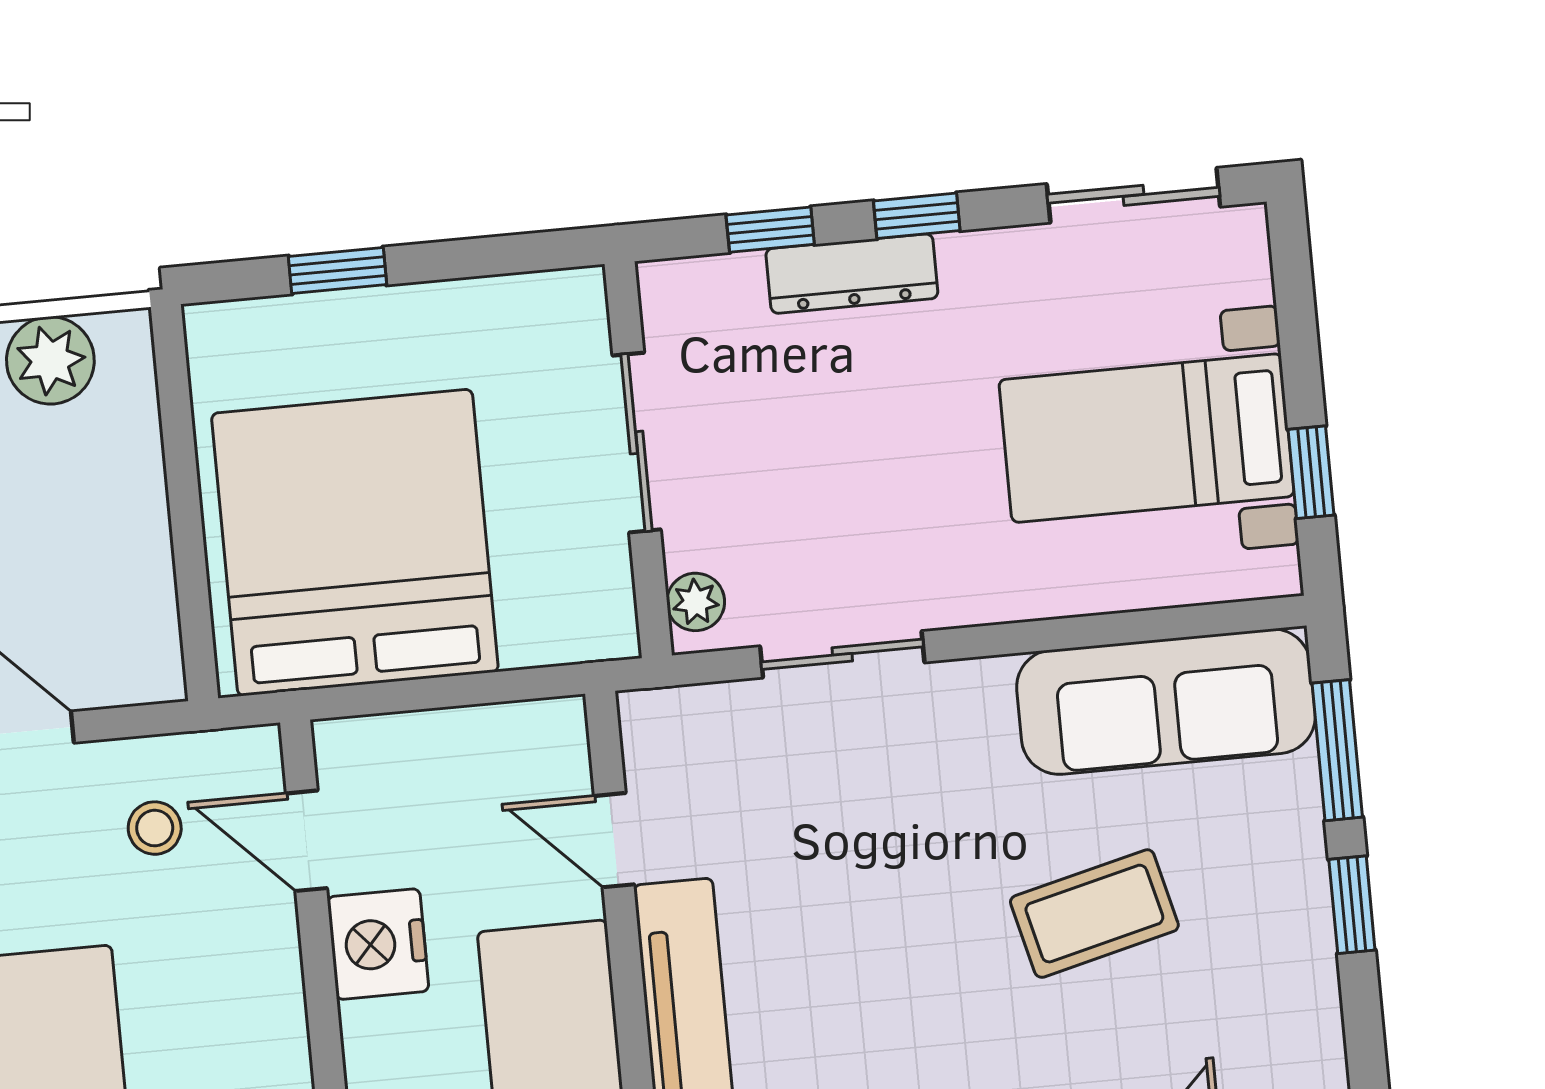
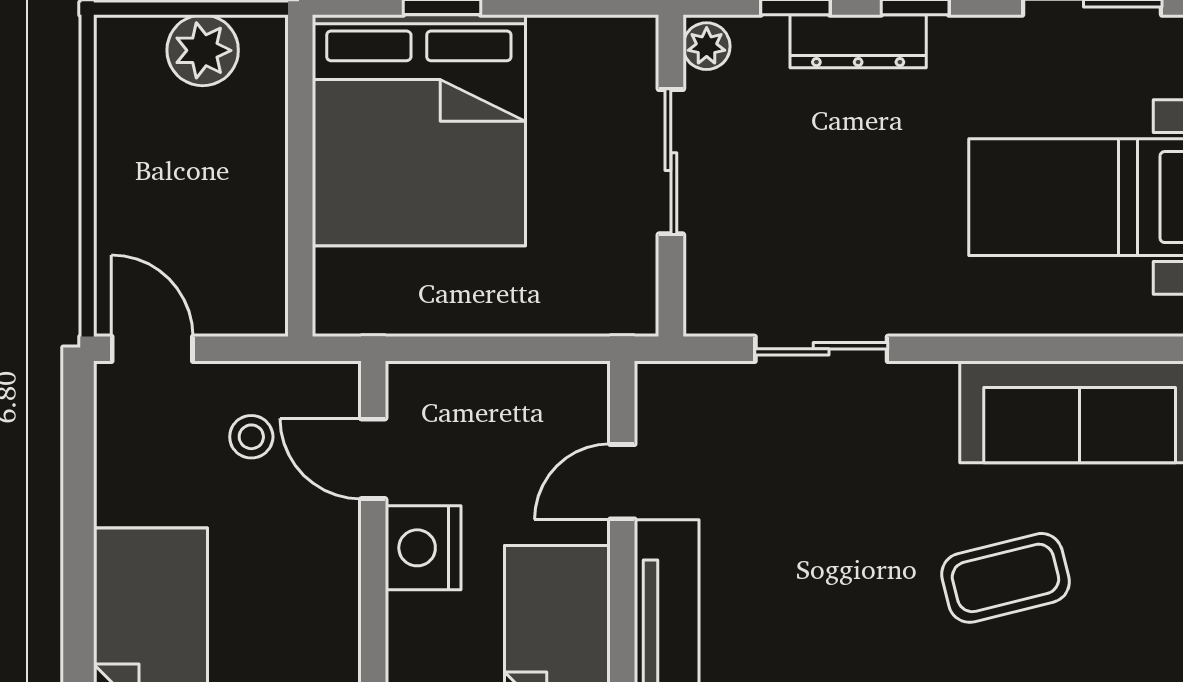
bed: (355, 543) -> (419, 130), moved, turned 180
plant: (696, 602) -> (707, 46), moved
door: (614, 840) -> (622, 482), hinge flipped

